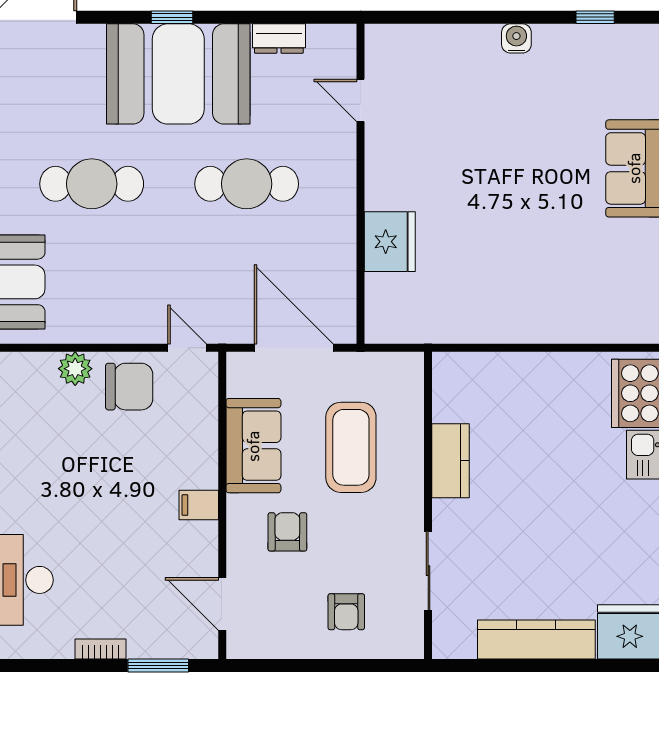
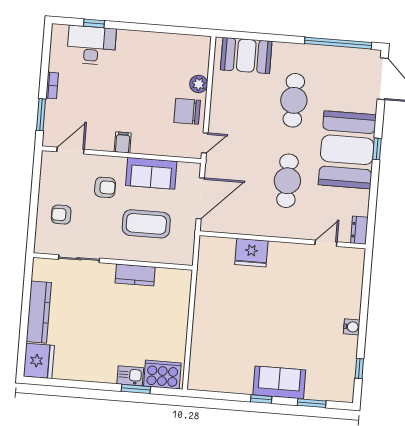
dresser: (279, 38) -> (359, 230), moved
chair: (129, 387) -> (187, 111), turned 90

